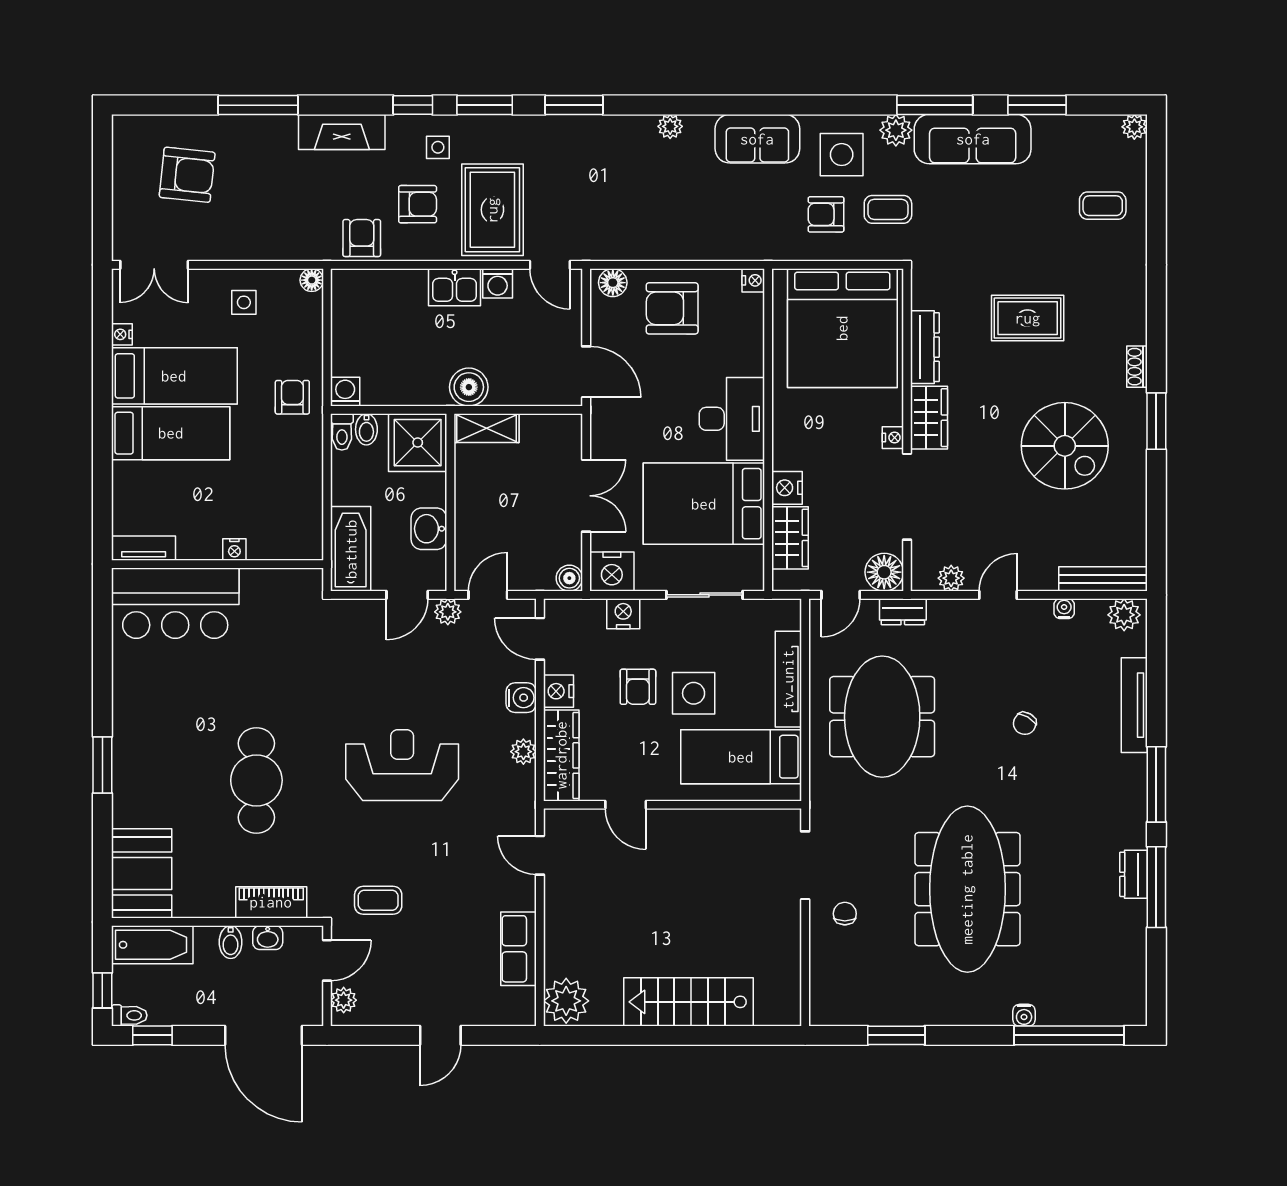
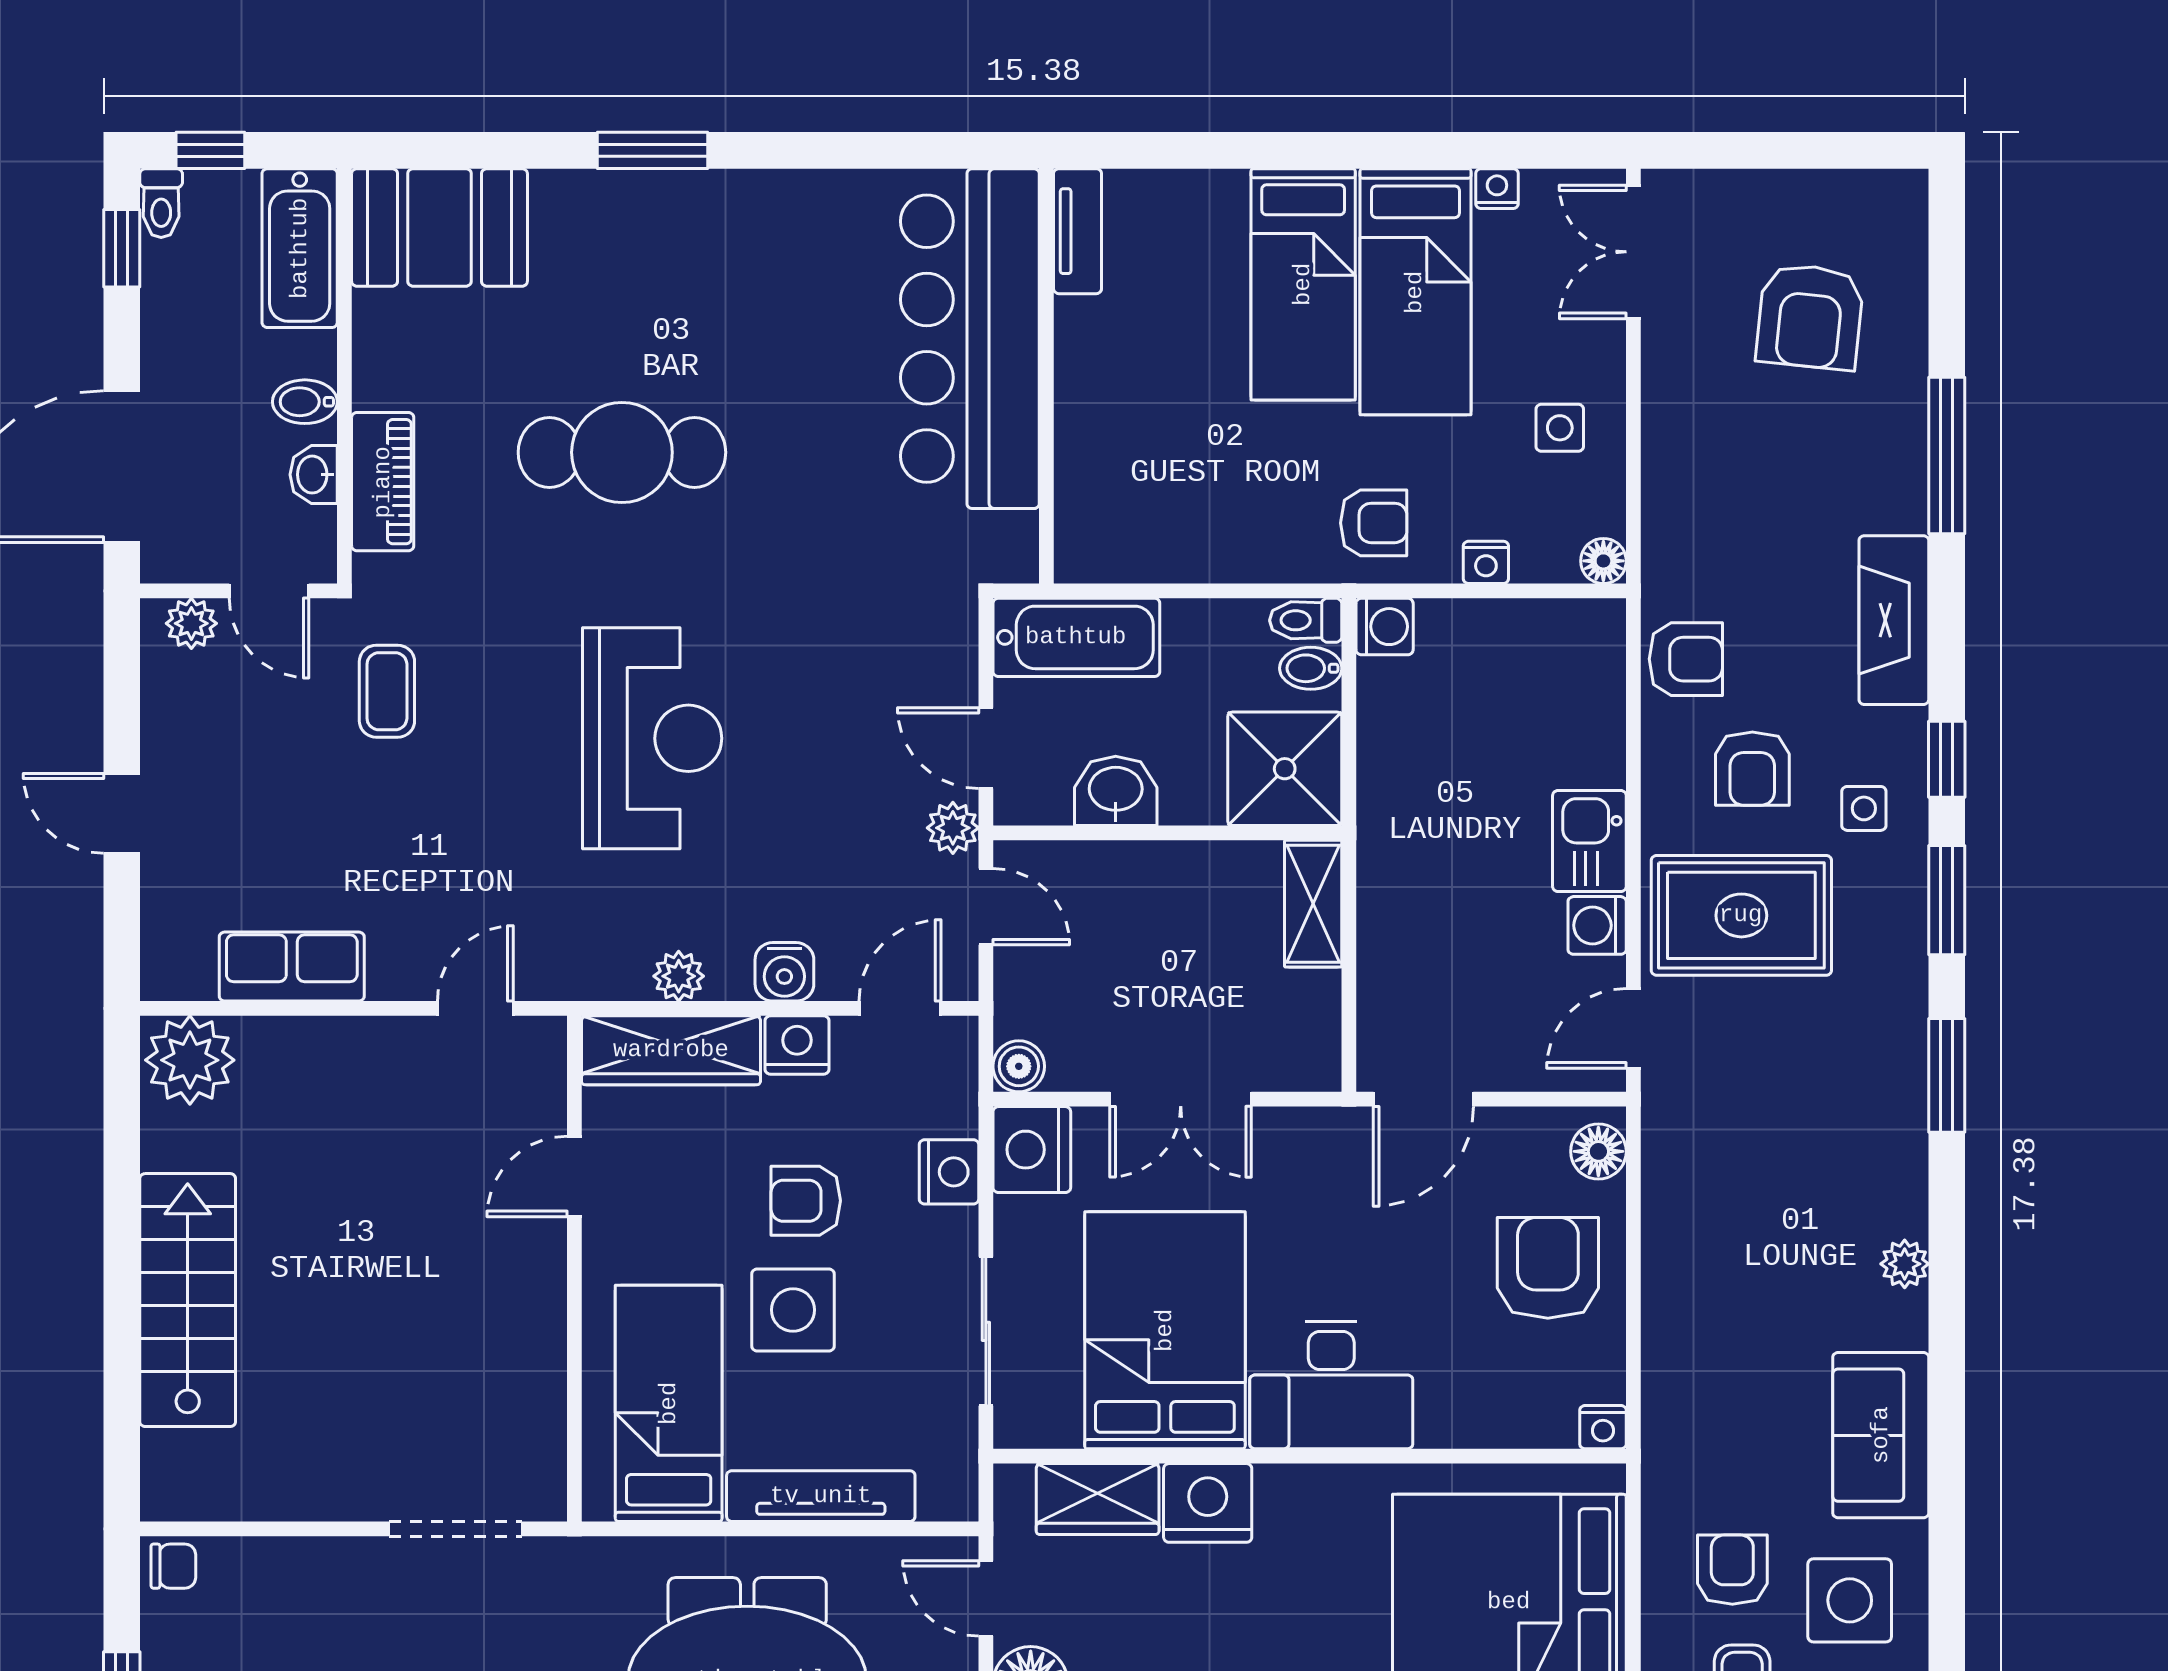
boiler: (469, 387) -> (1394, 869), removed
nightstand: (787, 488) -> (1208, 1503), width x1.36, depth x1.33
nightstand: (234, 550) -> (1486, 562), moved, turned -90
bar counter: (175, 603) -> (970, 339), width x1.36
chair: (845, 914) -> (173, 1566), moved

